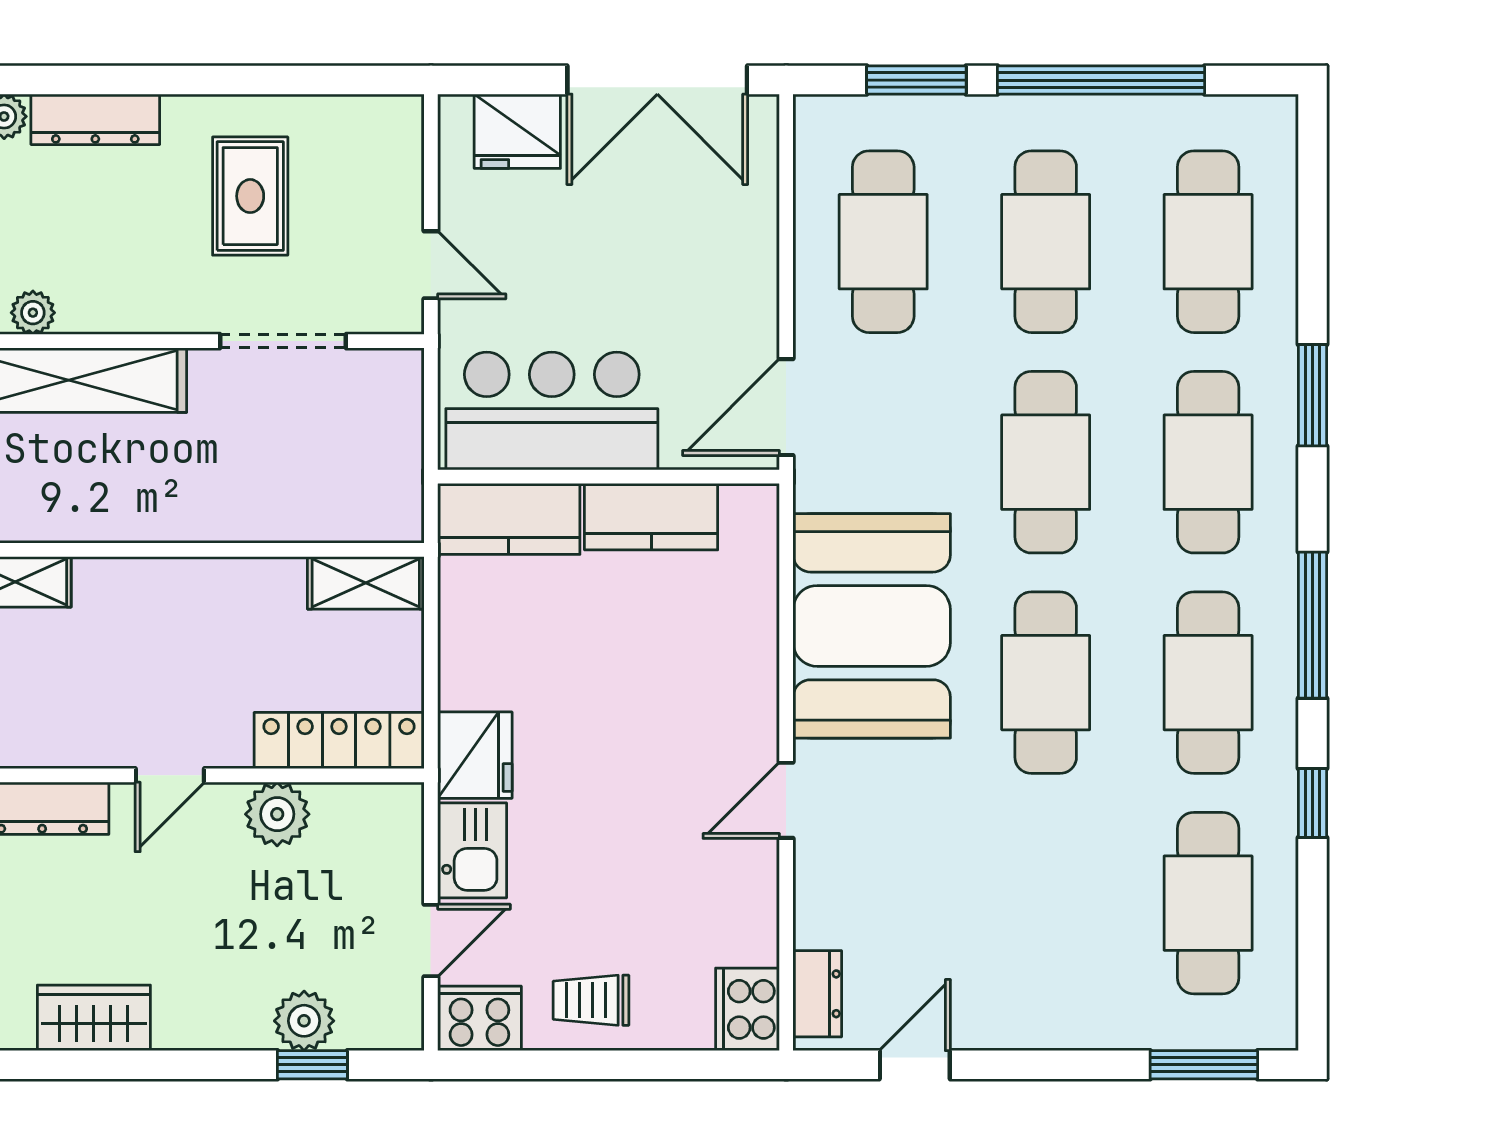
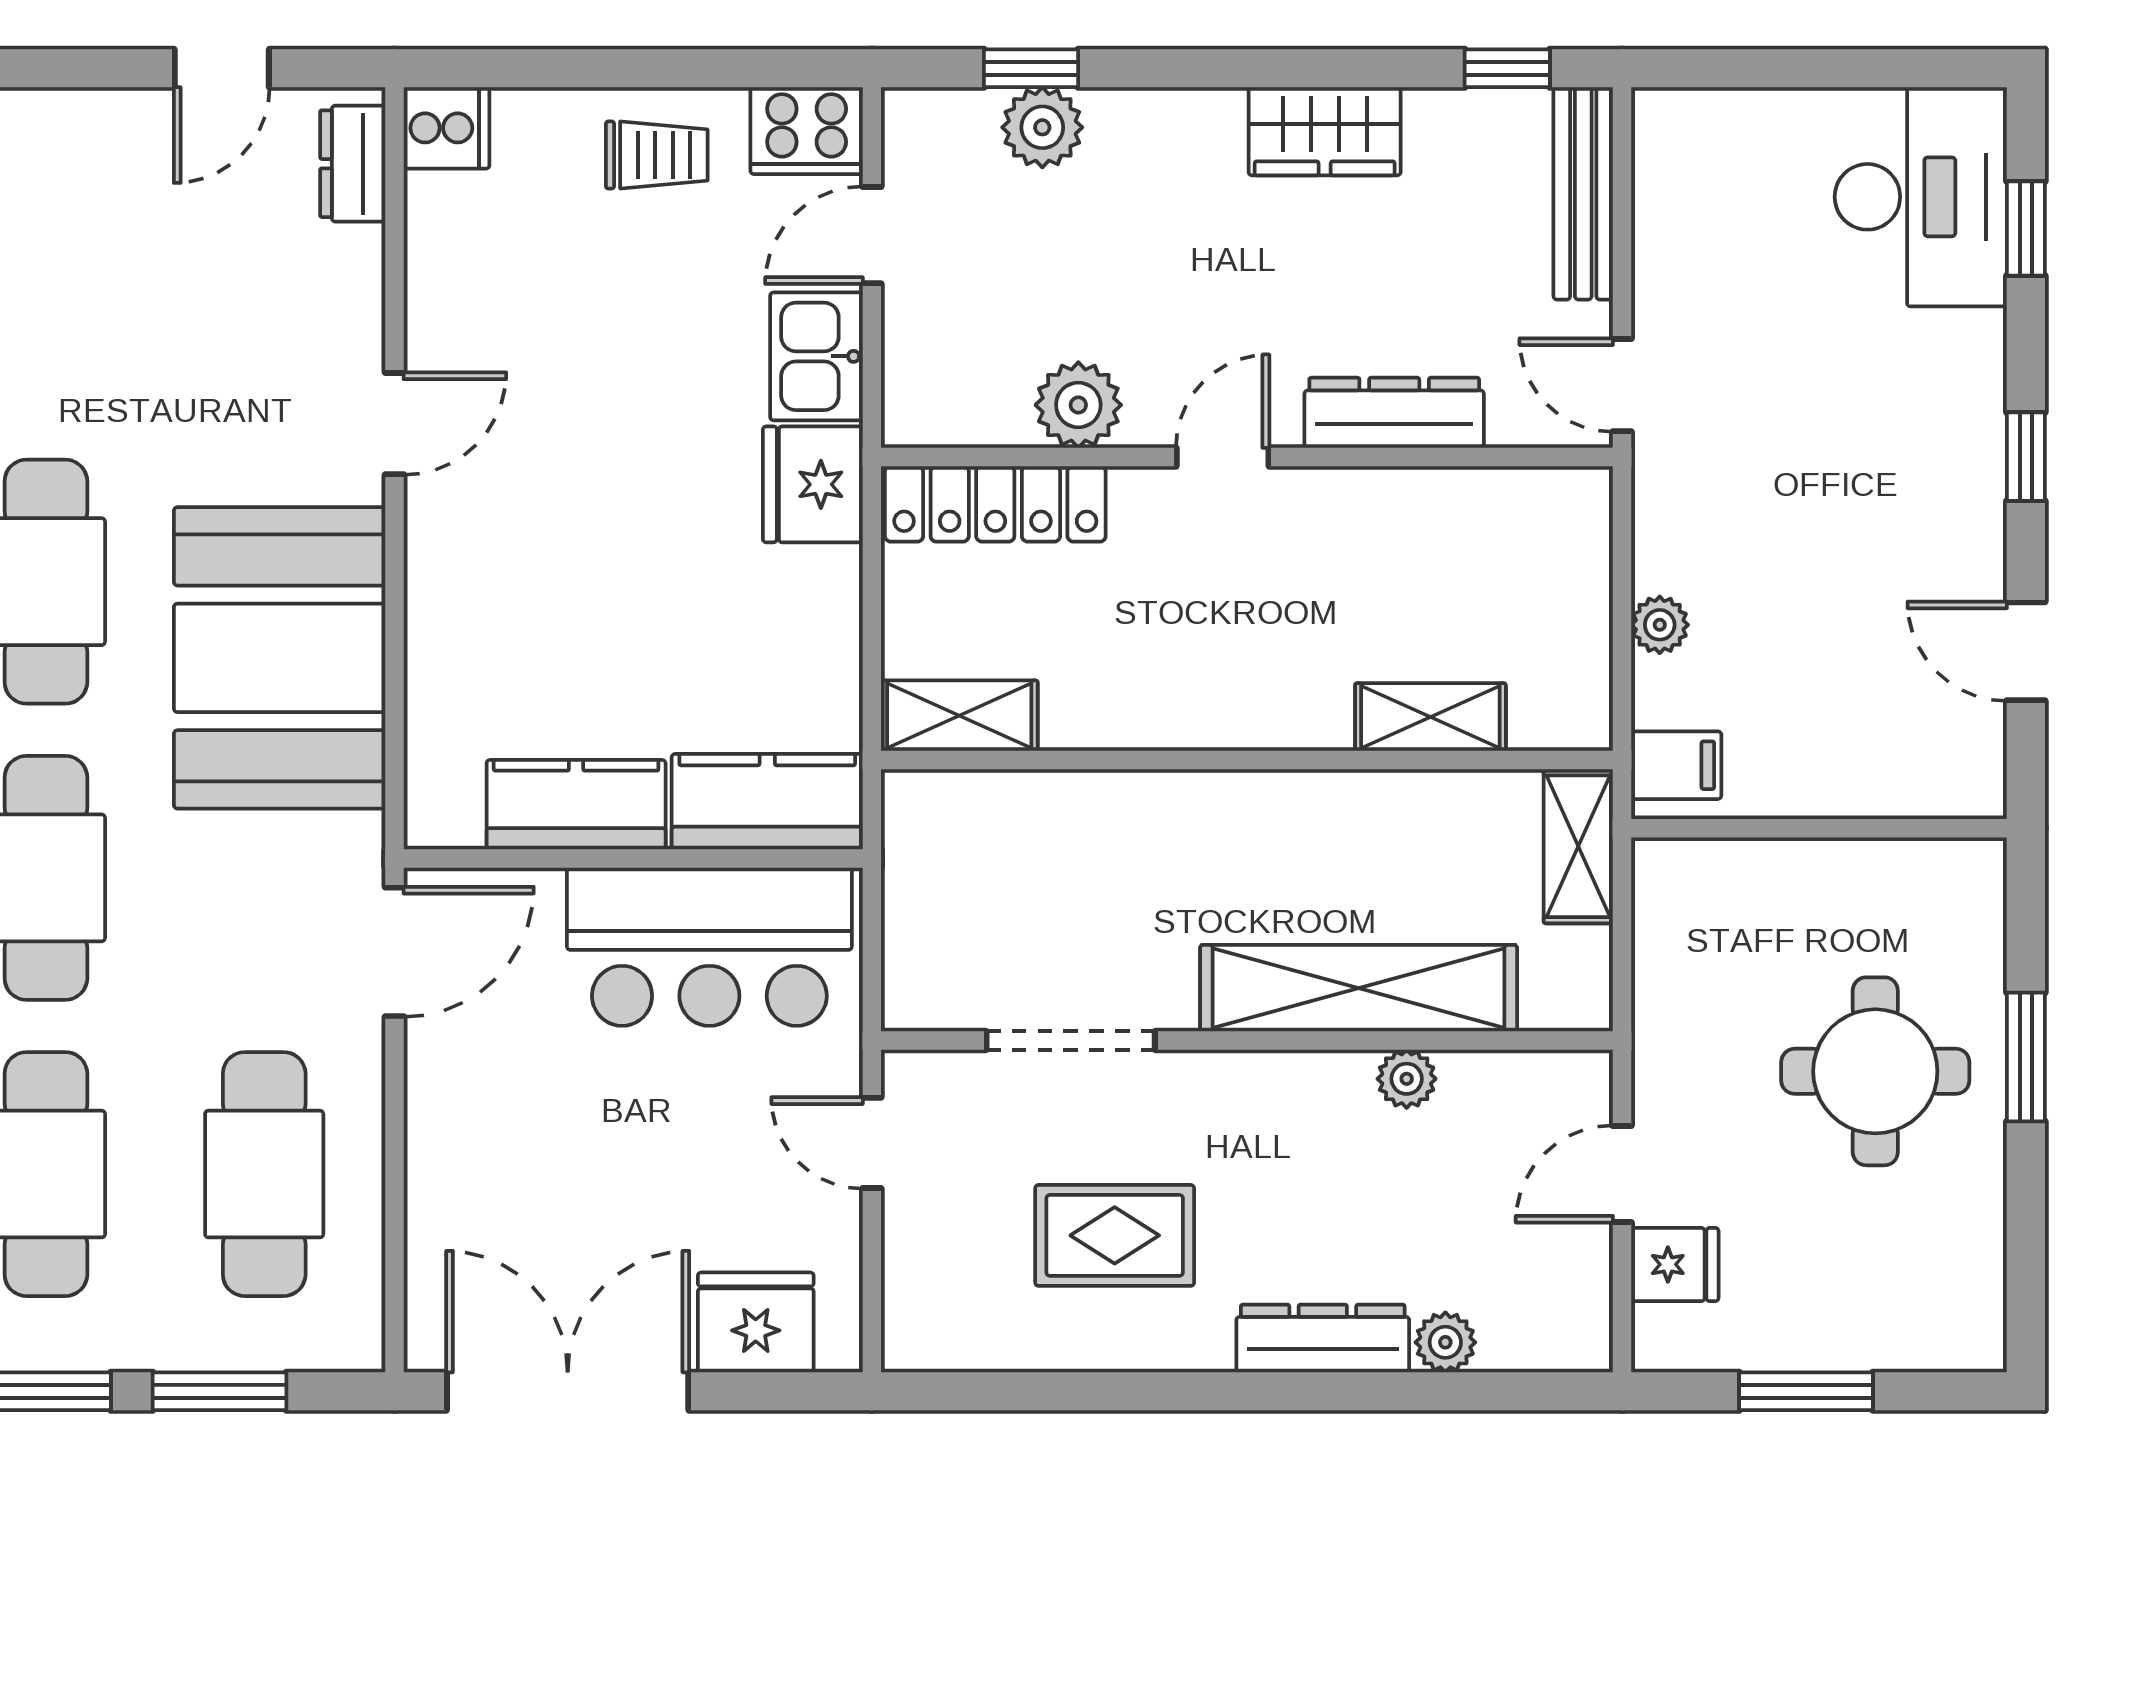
rug: (250, 196) -> (1115, 1235), turned 90
cooker: (747, 1009) -> (447, 128), width x0.73

